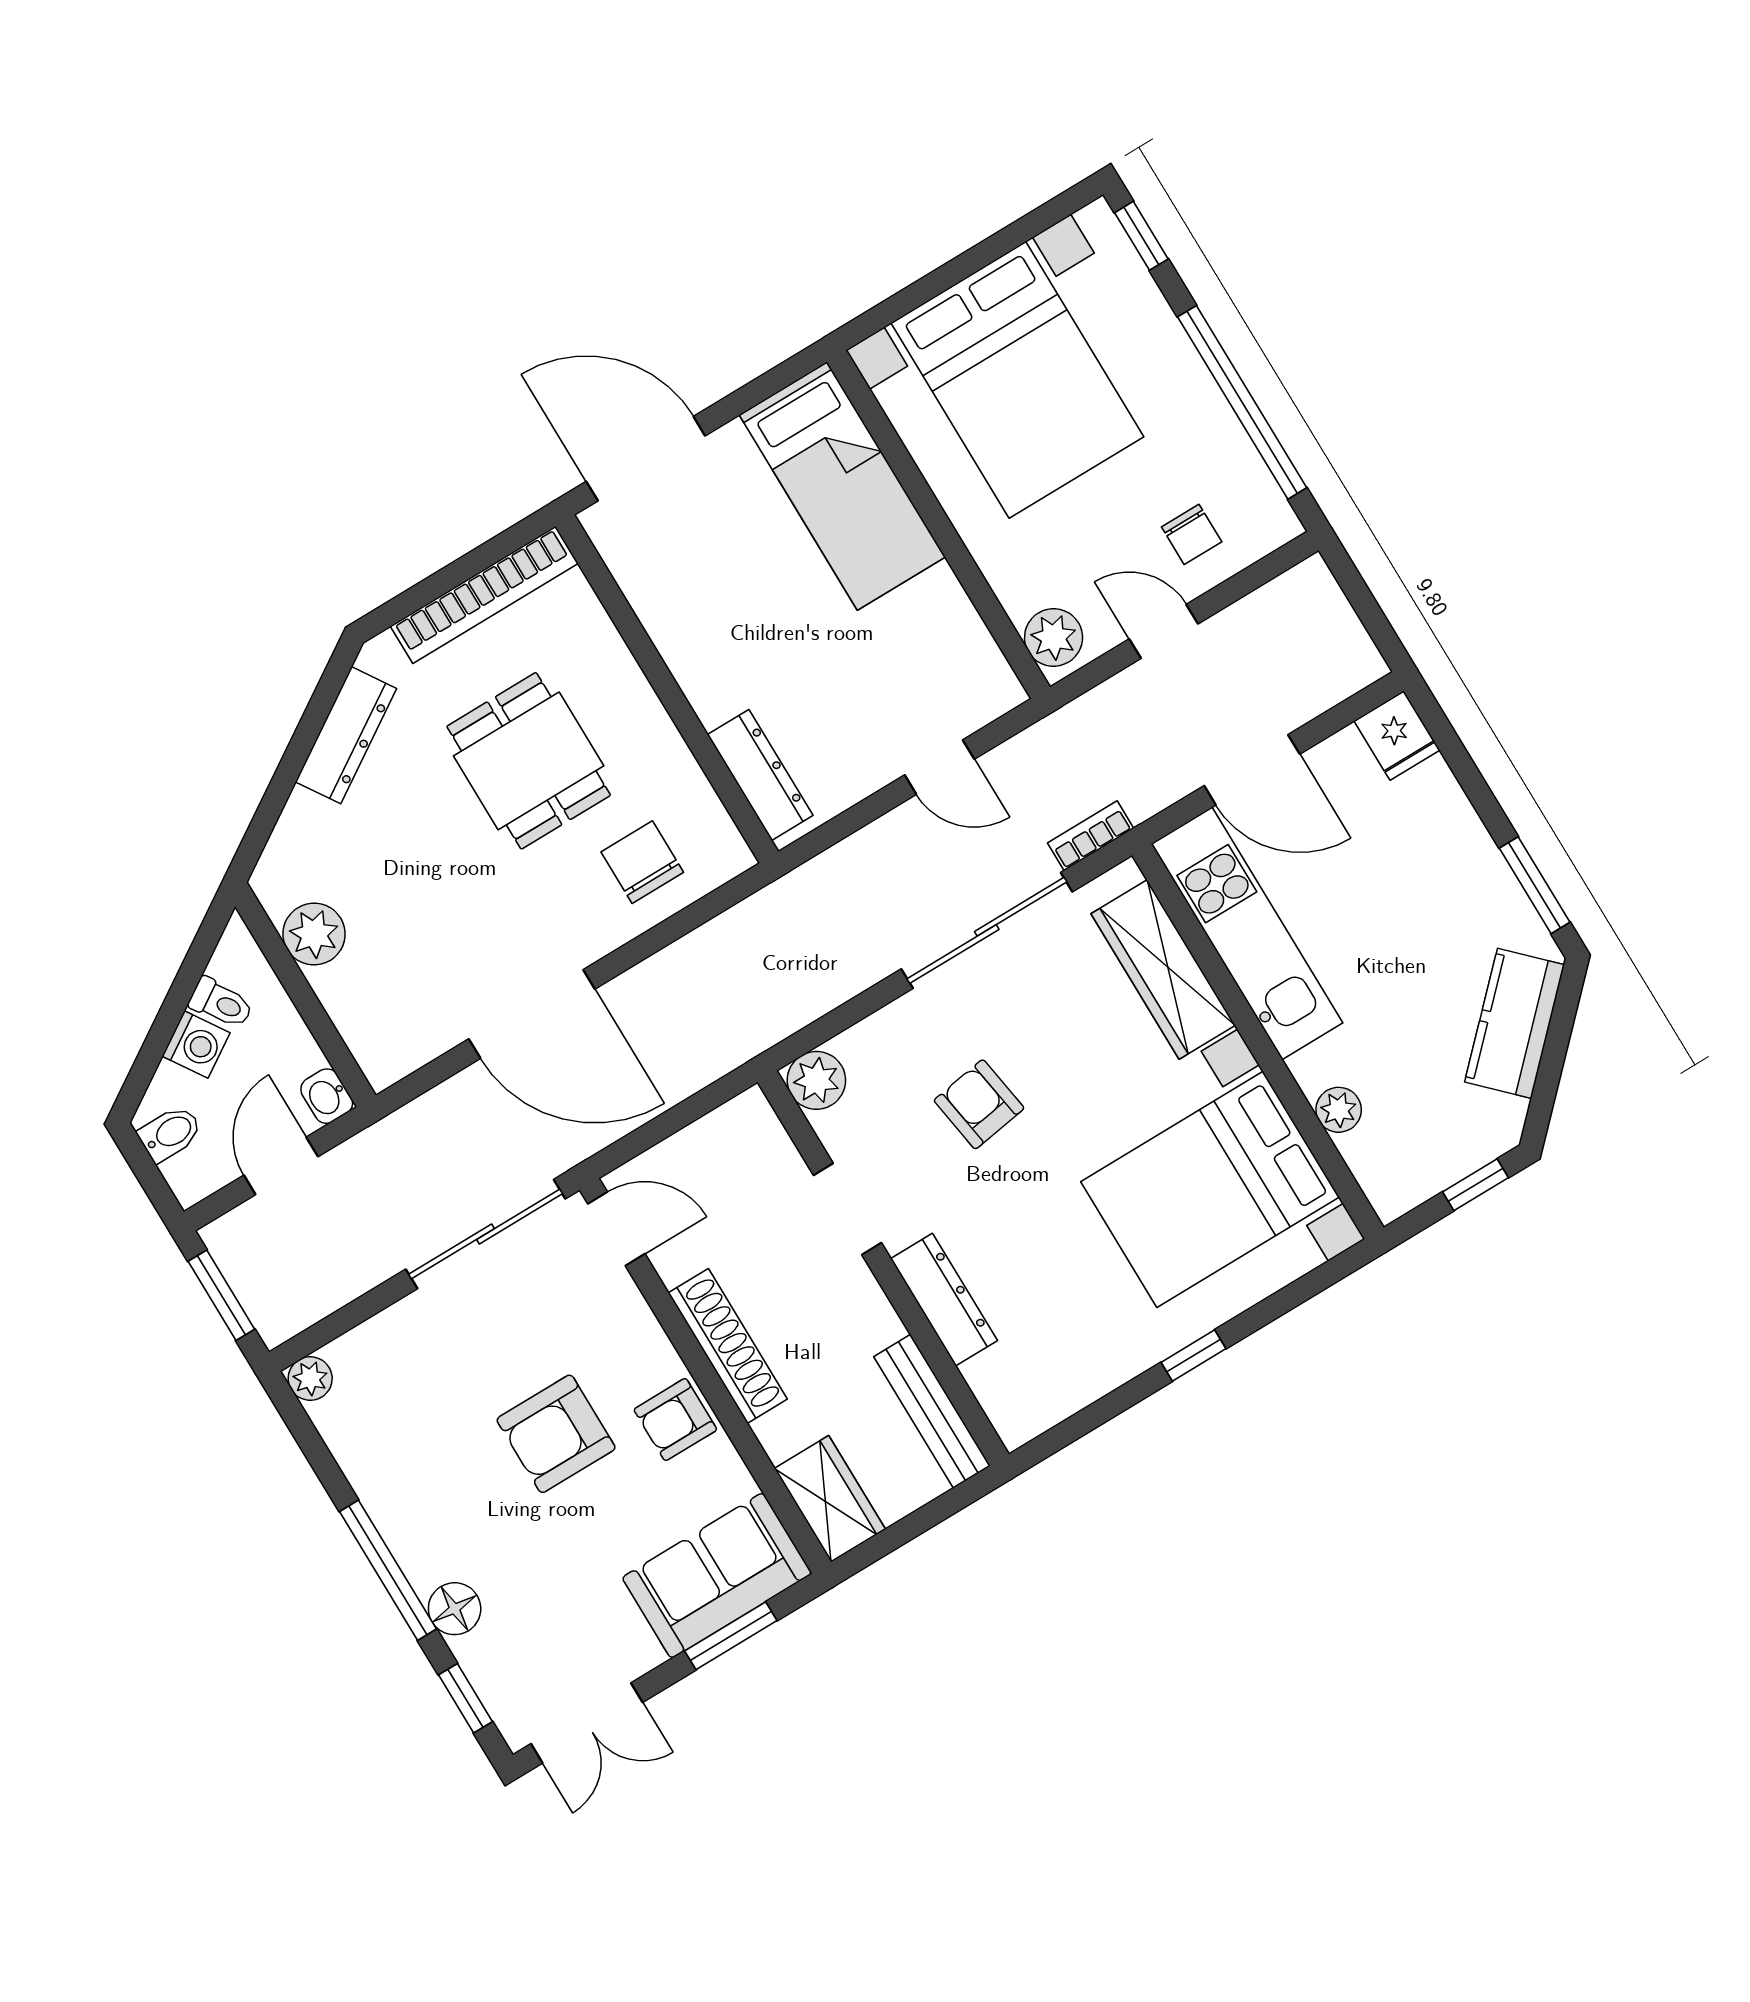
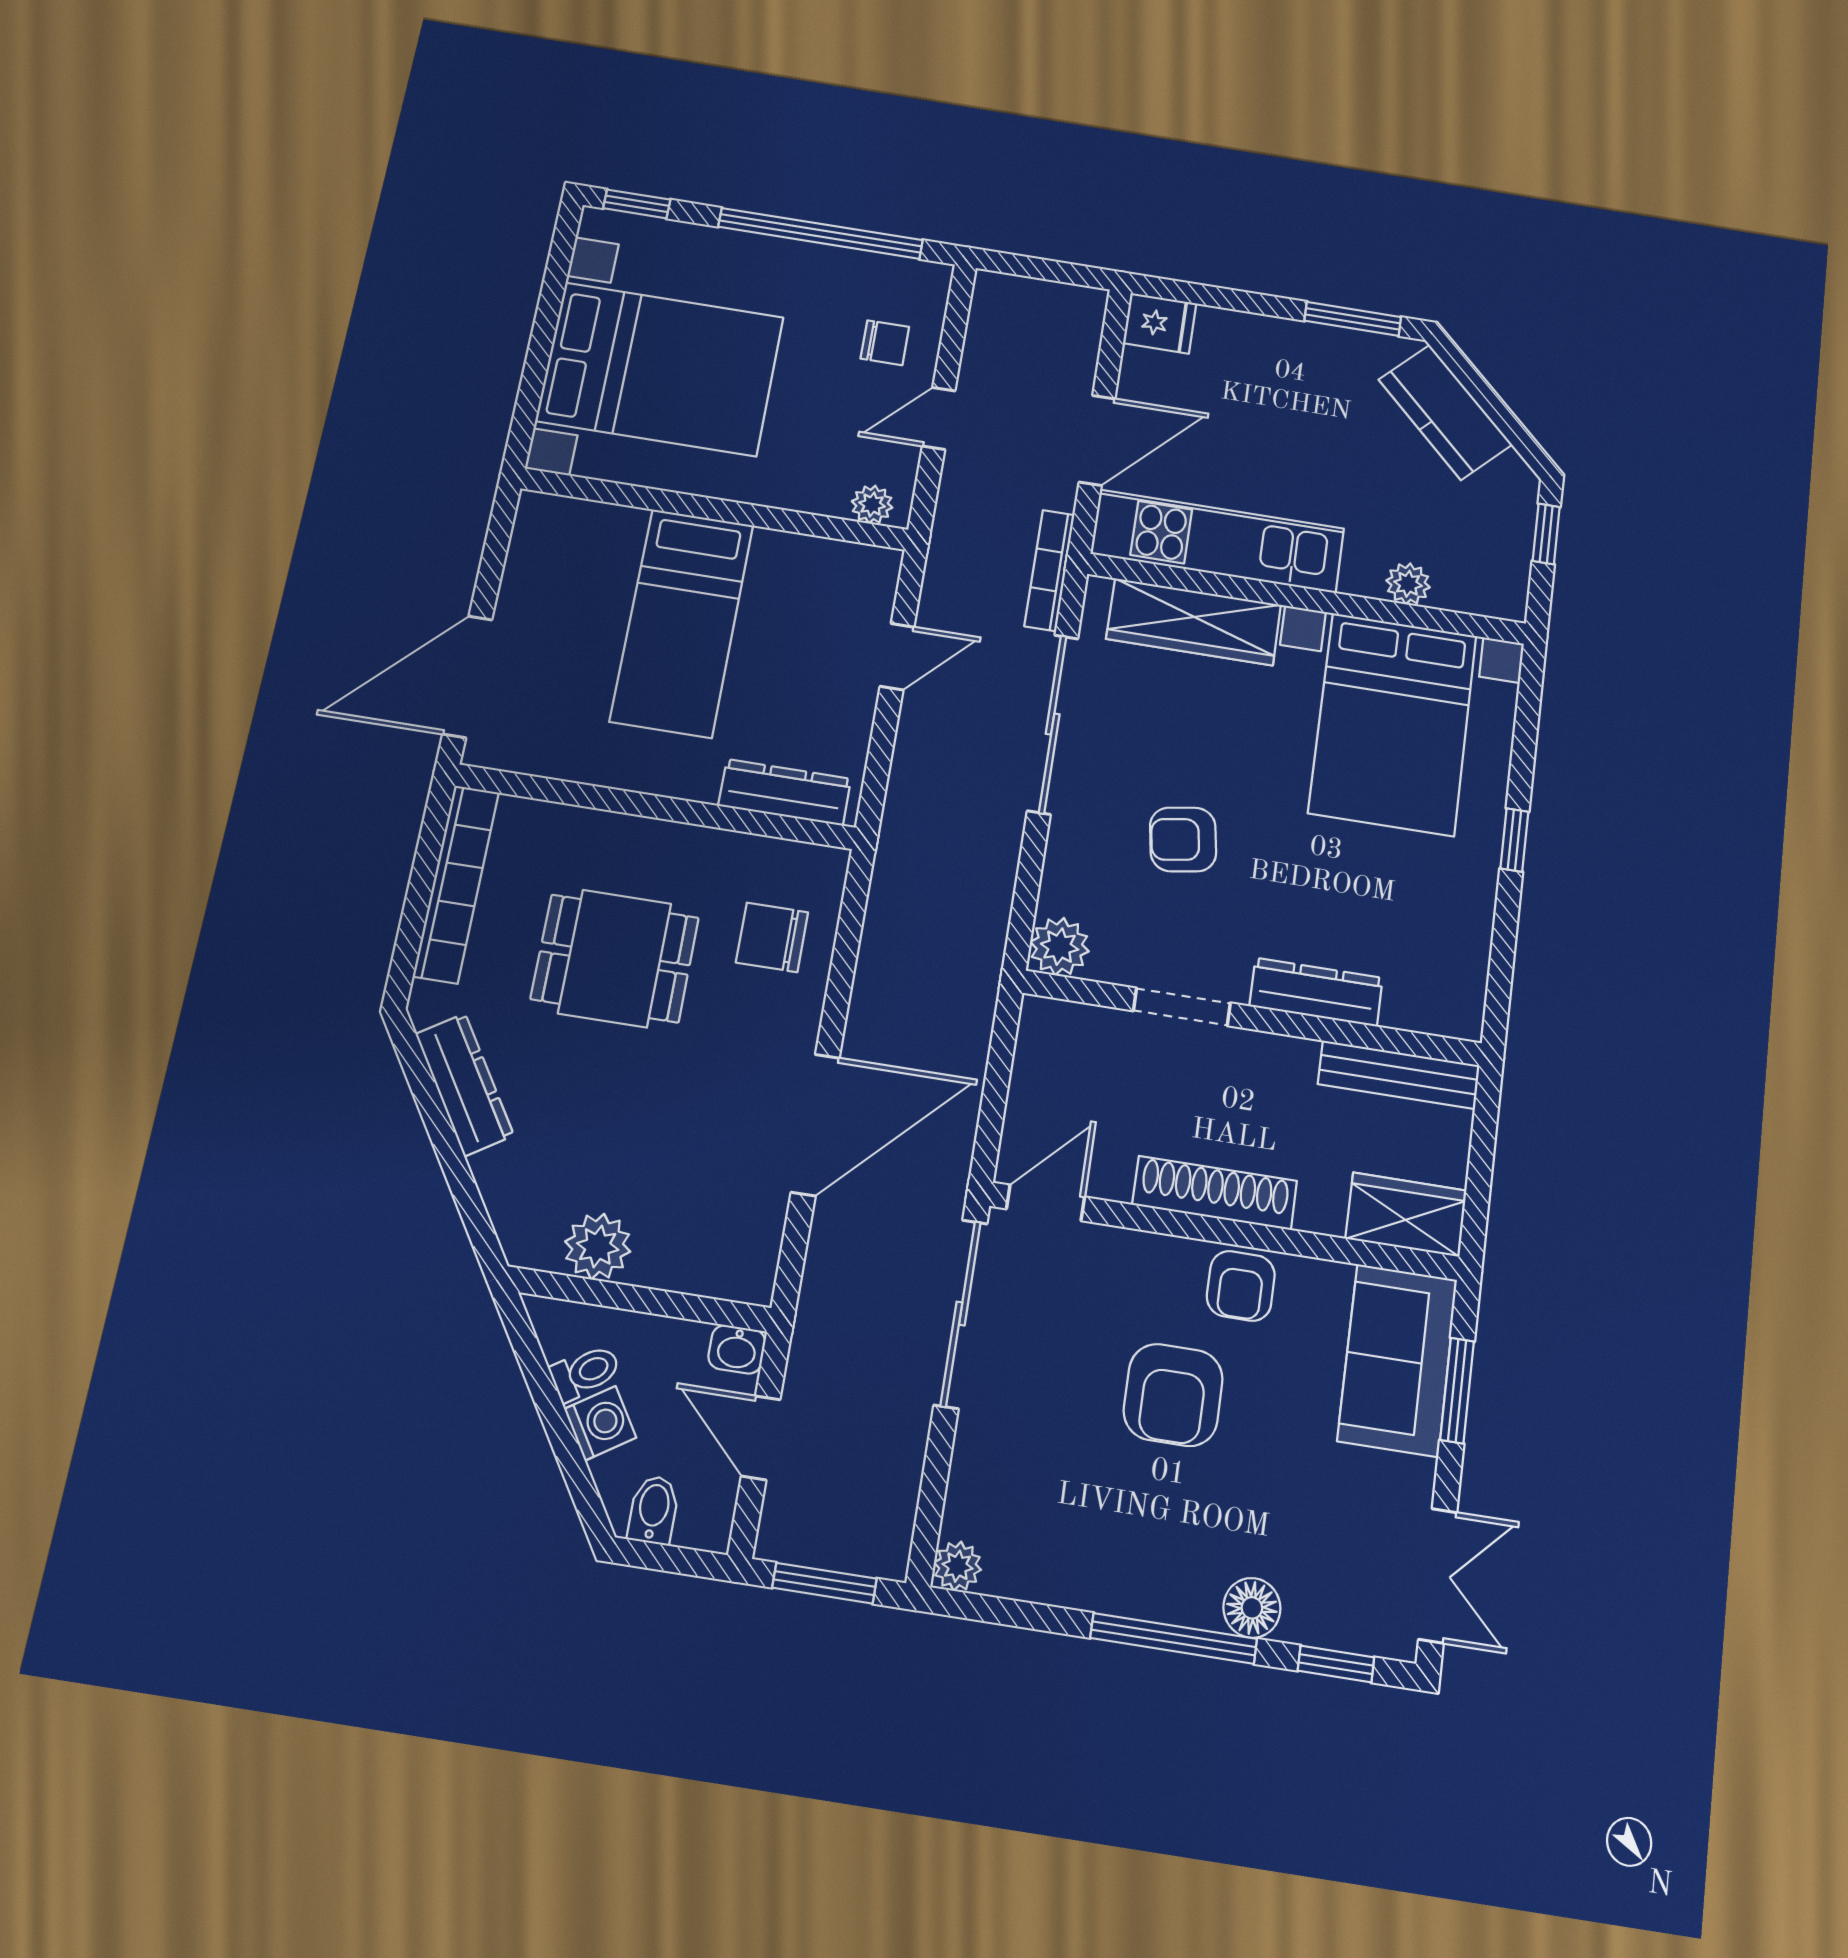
bed: (842, 486) -> (682, 623), moved, turned 90
plant: (1054, 637) -> (872, 504), width x0.73, depth x0.73
bookcase: (1091, 836) -> (1049, 570), width x1.56

